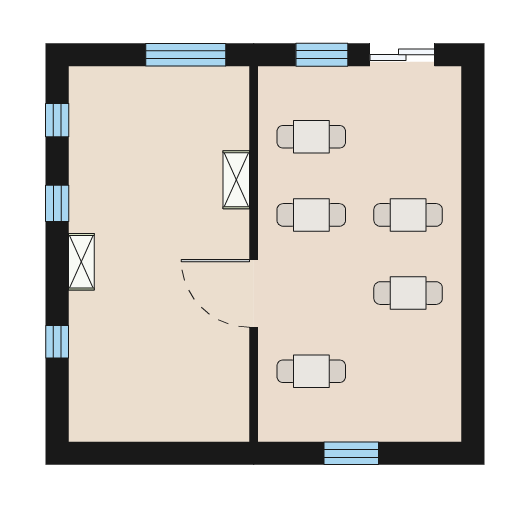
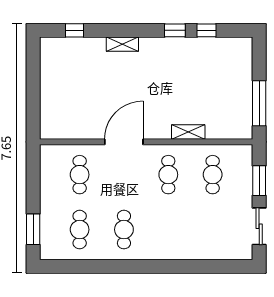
window: (57, 120) -> (206, 30), moved
cafe table: (408, 215) -> (80, 230), moved
shelving: (81, 262) -> (122, 44), moved
window: (57, 342) -> (75, 30), moved
window: (351, 453) -> (33, 229), moved

